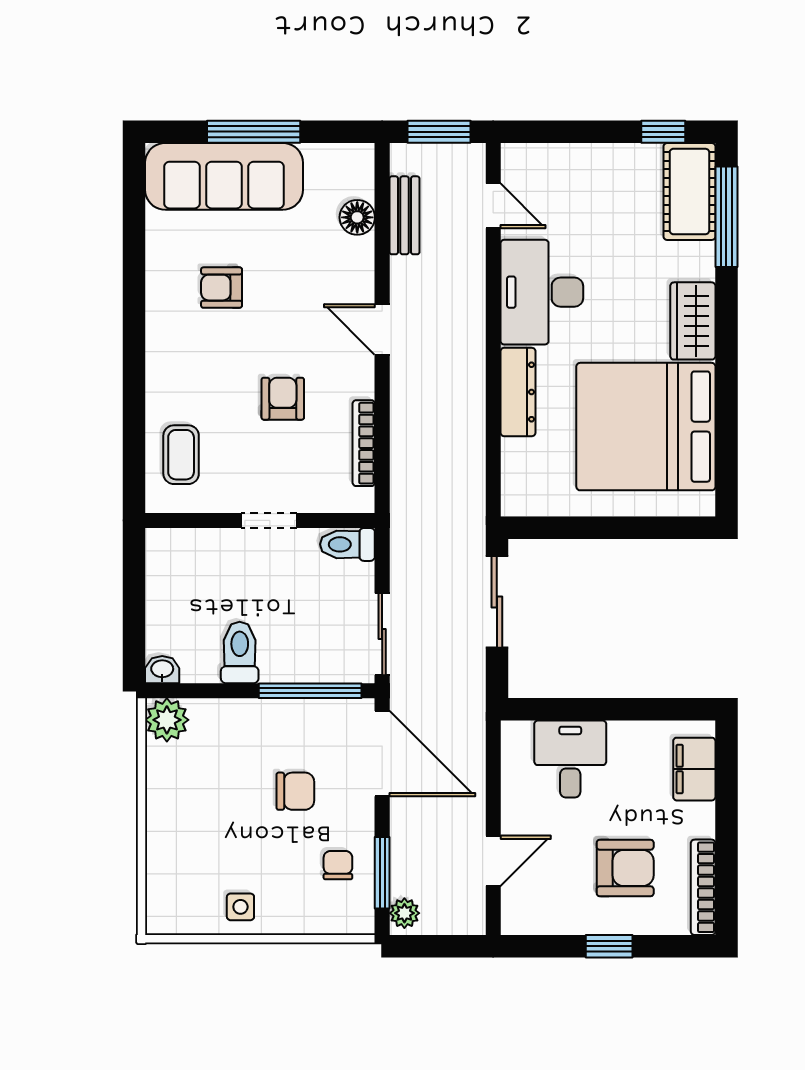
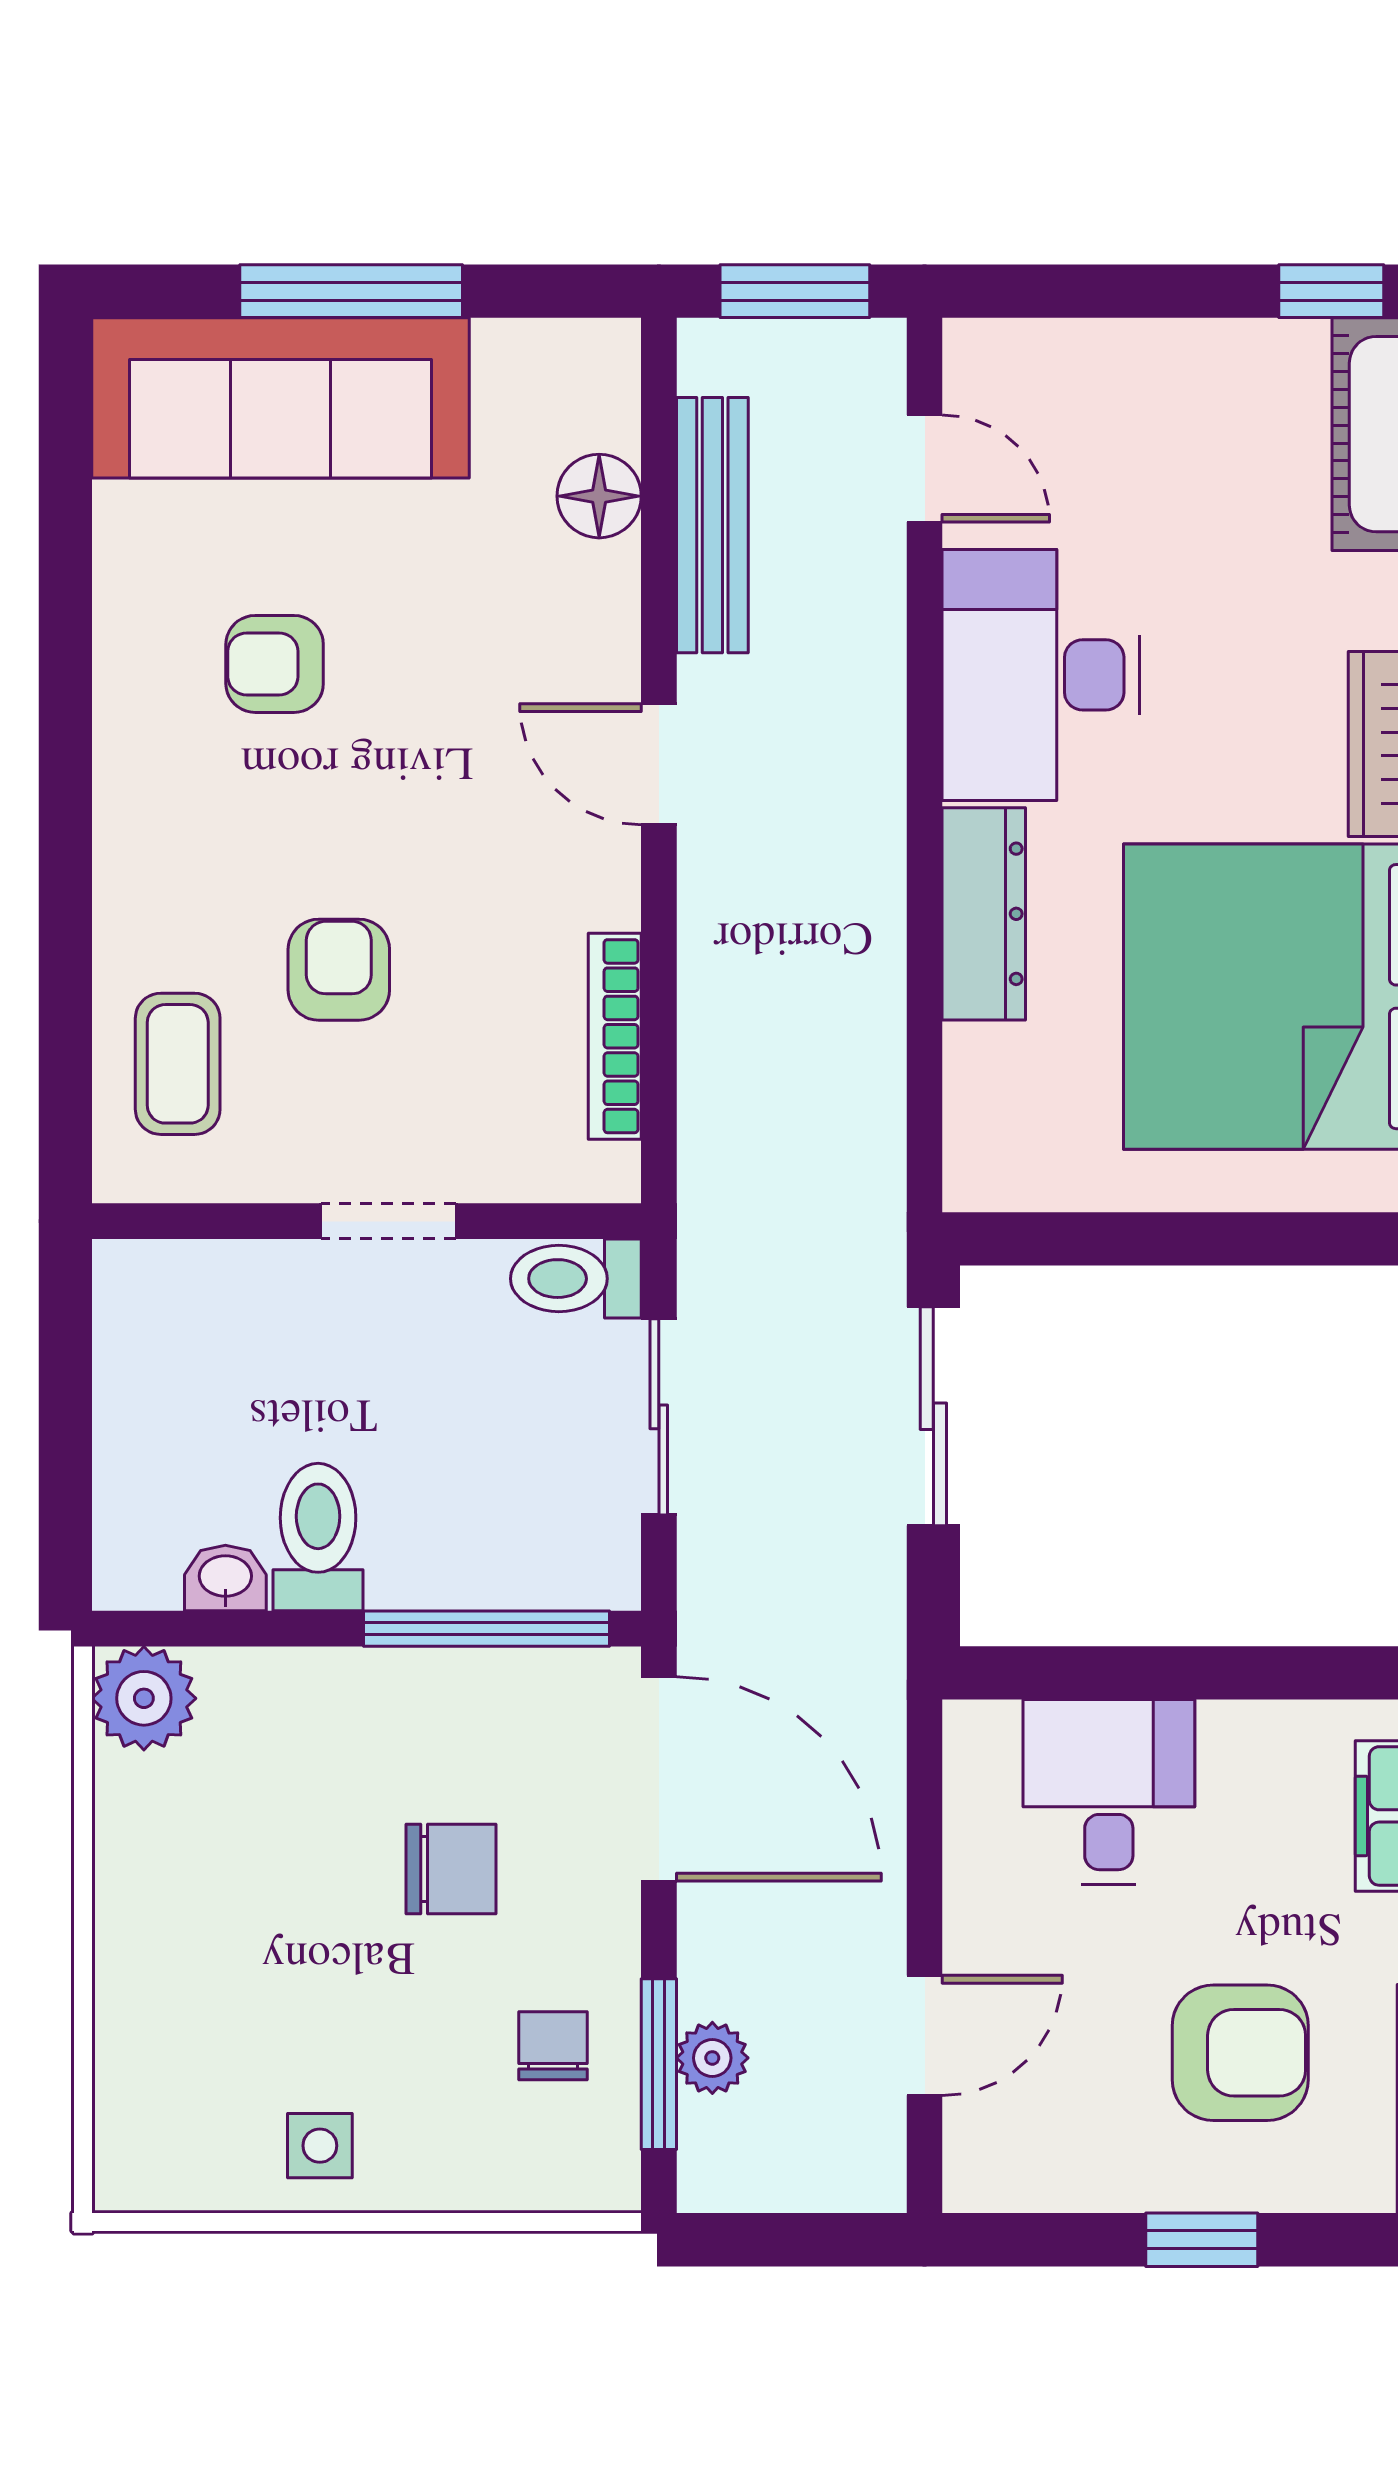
bench: (404, 215) -> (712, 525), width x1.36
armchair: (283, 399) -> (339, 970), moved
sliding door: (382, 634) -> (659, 1417), moved
washbasin: (162, 670) -> (225, 1578), moved
plant: (404, 913) -> (712, 2058), moved

